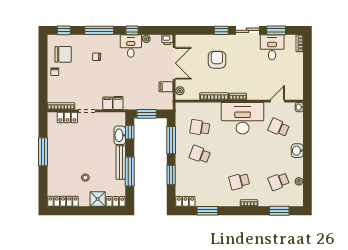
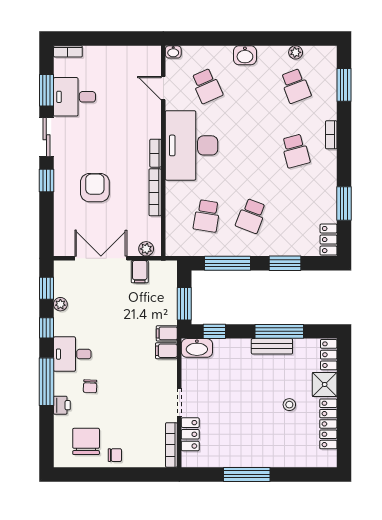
window: (64, 30) -> (46, 288), moved
printer: (167, 40) -> (62, 405), moved
desk: (131, 46) -> (72, 354), moved
armchair: (217, 60) -> (95, 188), turned 90
filing cabinet: (108, 103) -> (167, 333), moved
school desk: (279, 128) -> (207, 86), turned -48
washbasin: (120, 135) -> (197, 348), moved
bench: (121, 163) -> (272, 346), width x0.73
locker: (63, 201) -> (328, 424), moved

